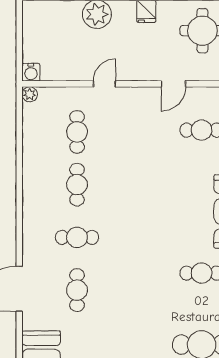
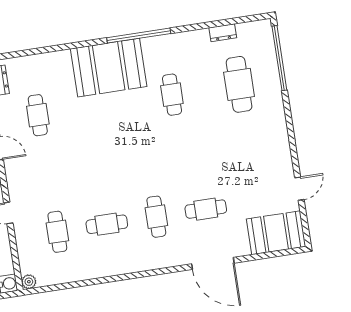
cafe table: (77, 132) -> (57, 232), turned 90

